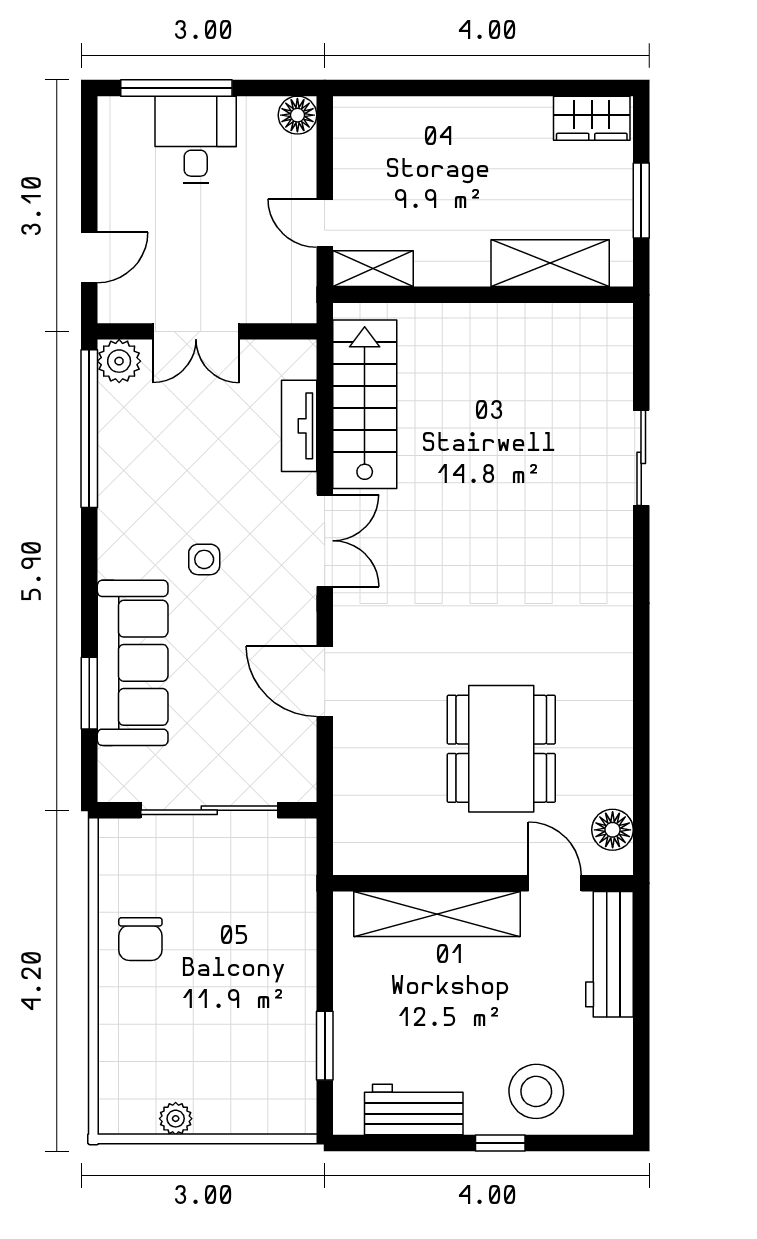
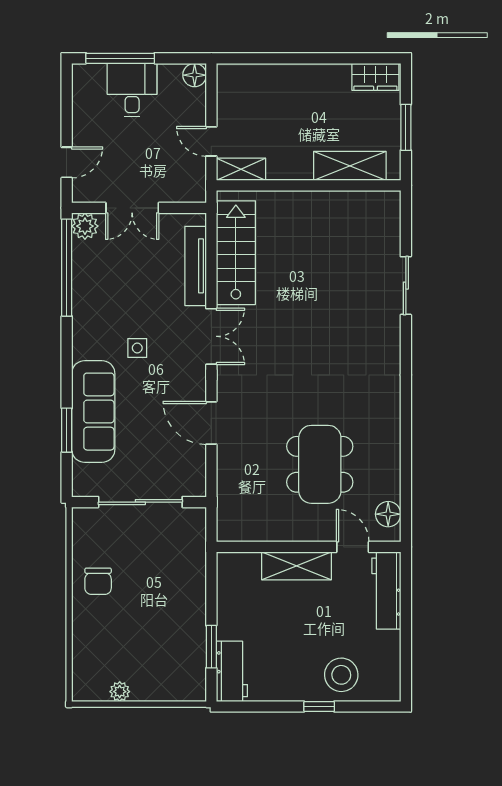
tv unit: (299, 426) -> (196, 266), width x1.41
shelving: (437, 914) -> (297, 566), width x0.68
workbench: (414, 1109) -> (232, 671), moved, turned 90

